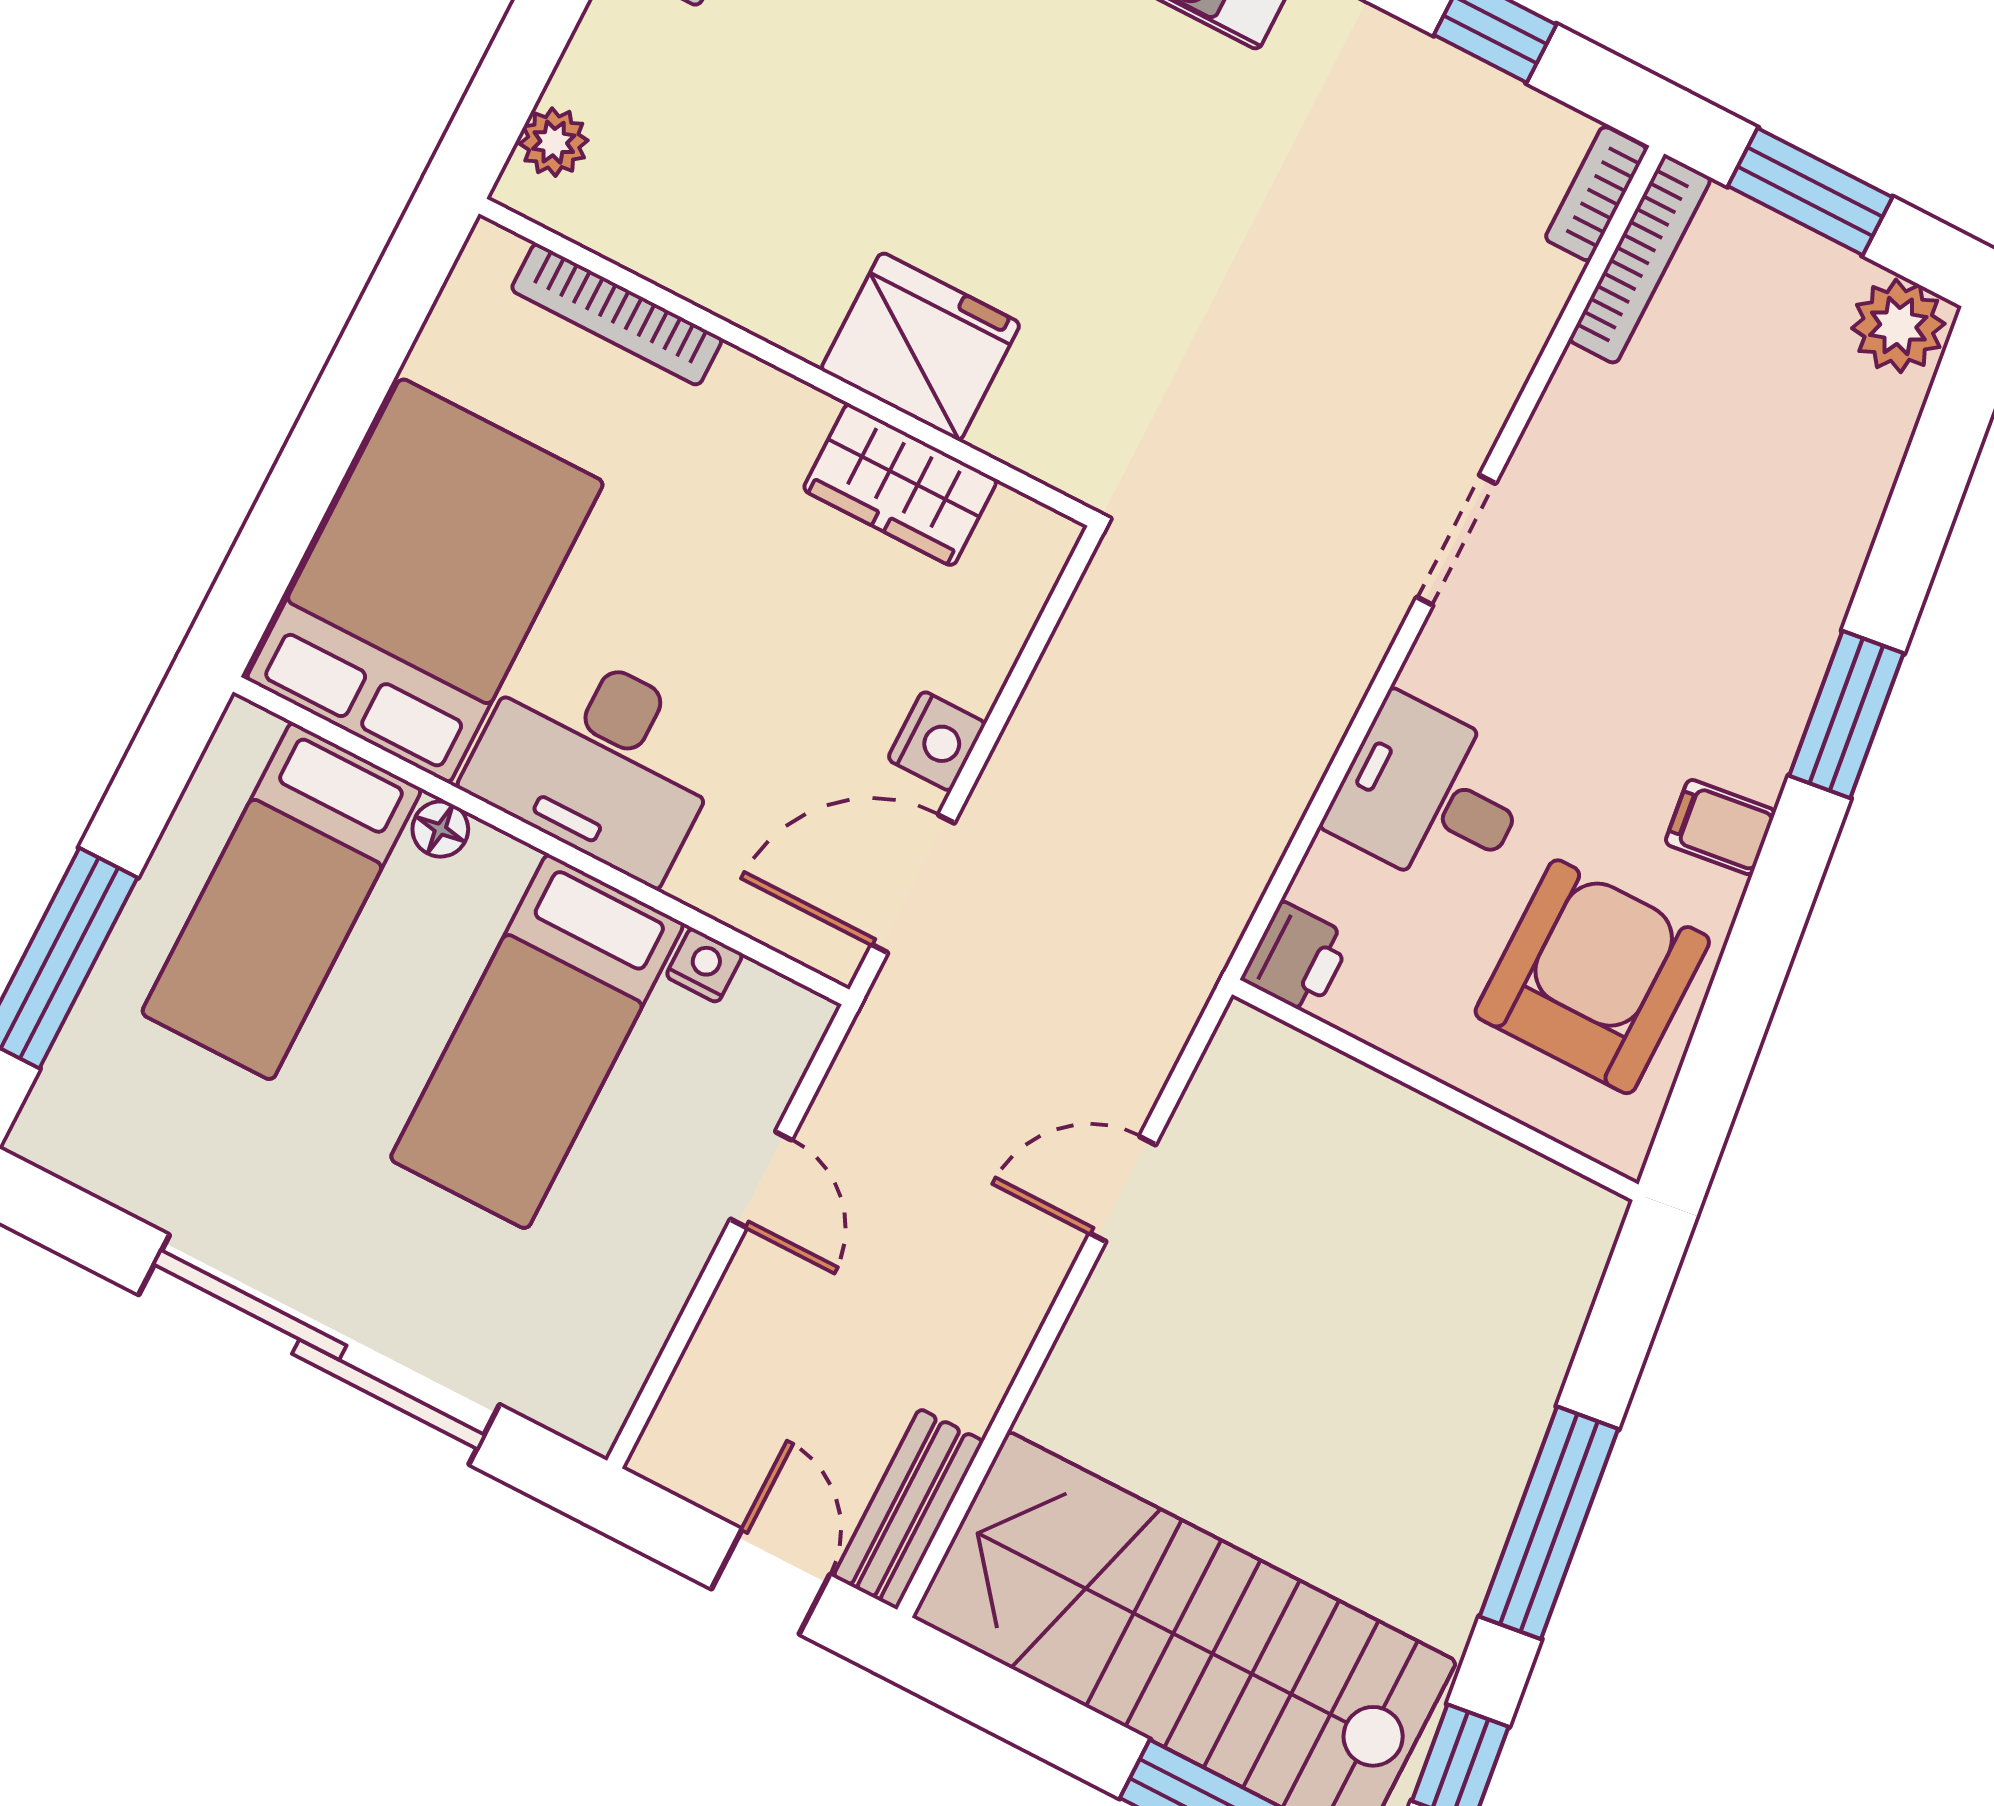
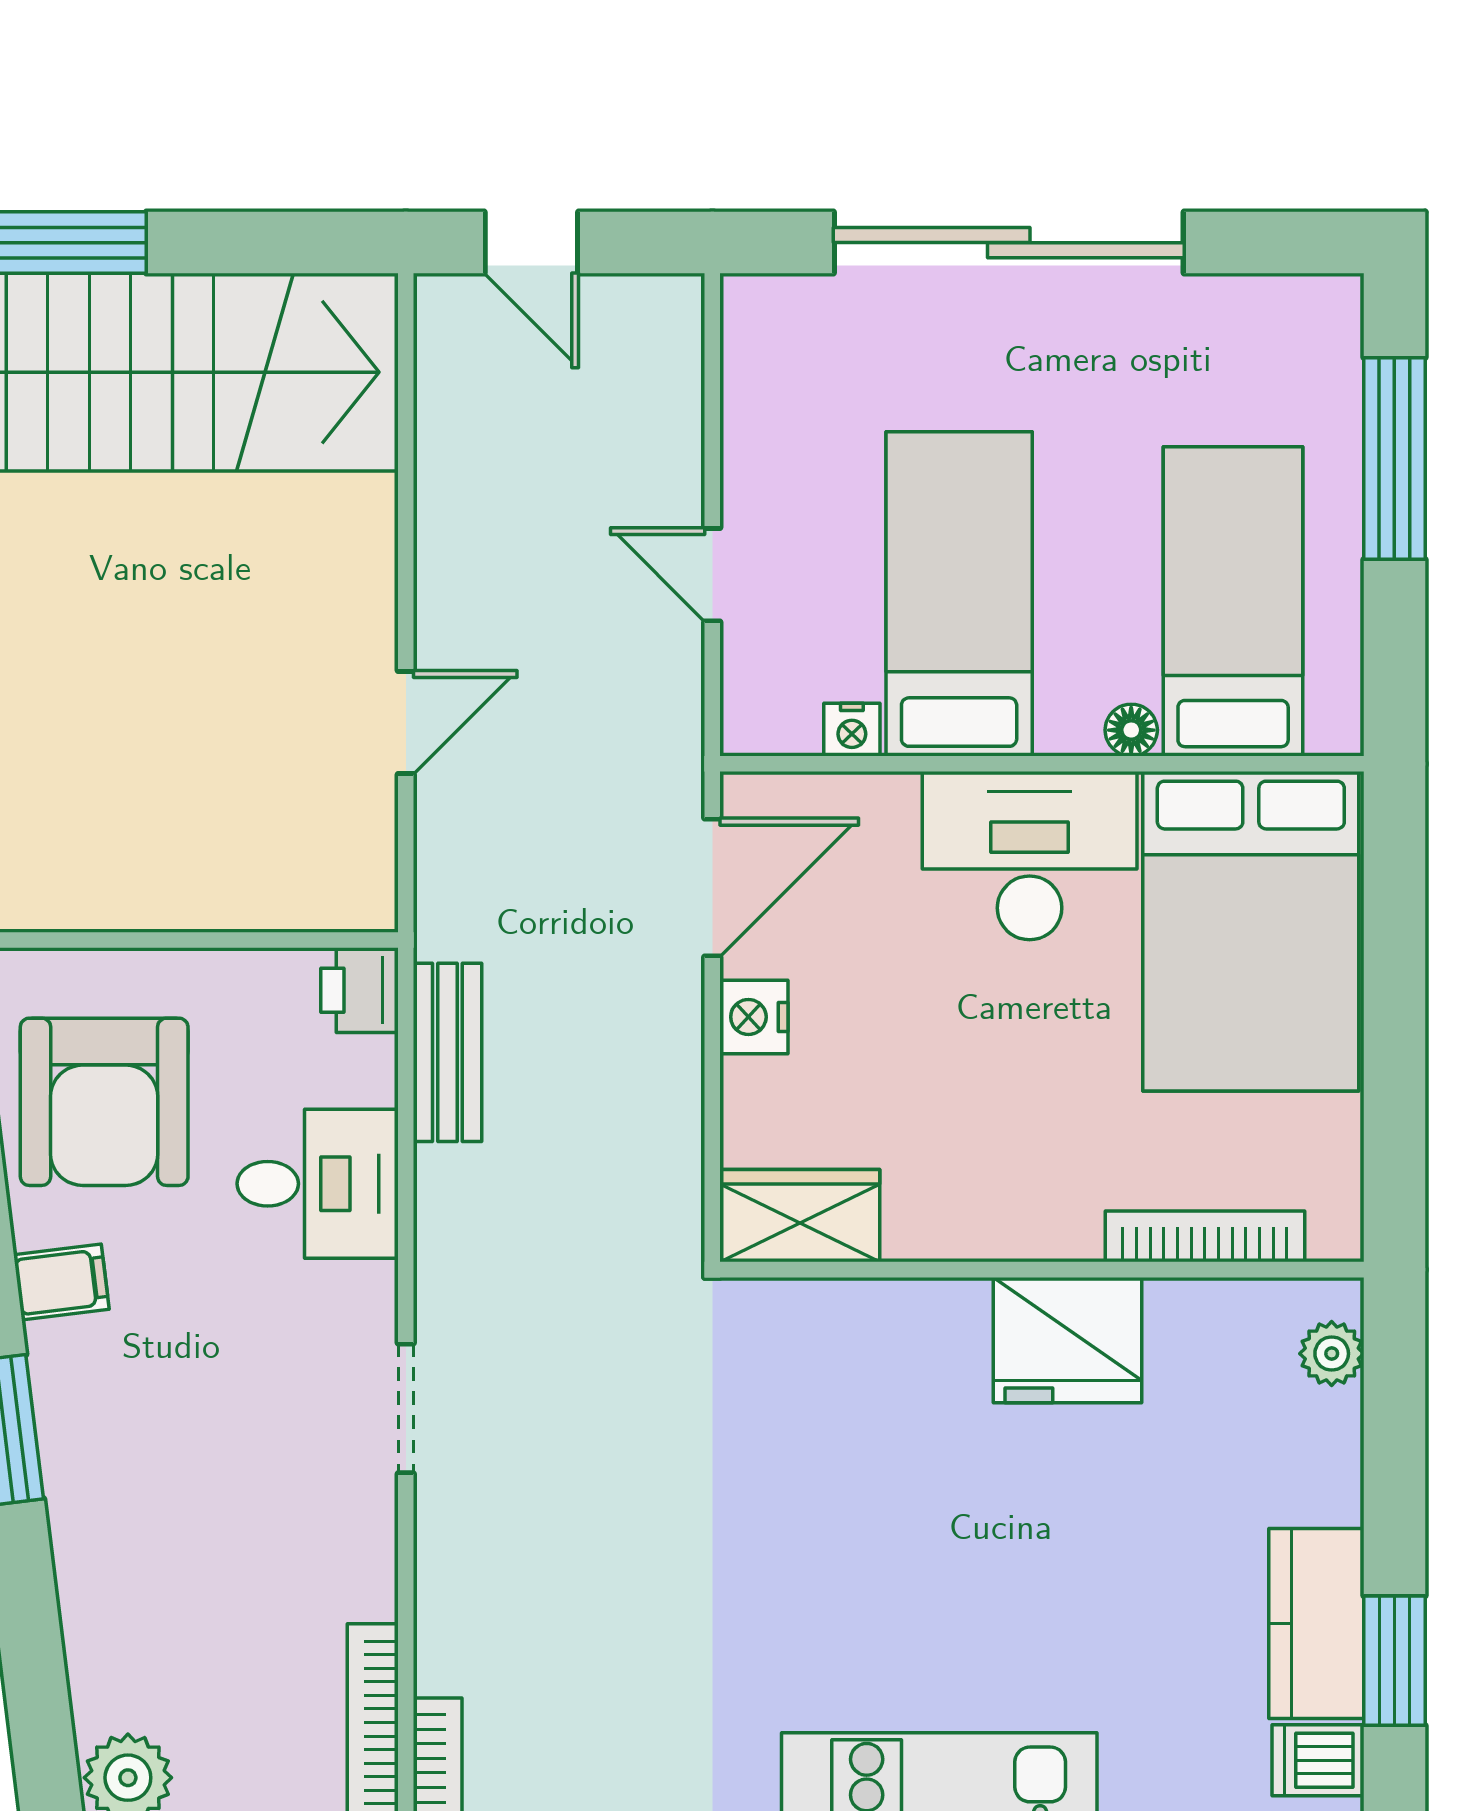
fridge: (921, 347) -> (1067, 1340), moved
wardrobe: (900, 485) -> (800, 1216), moved
bench: (908, 1509) -> (447, 1052), moved

